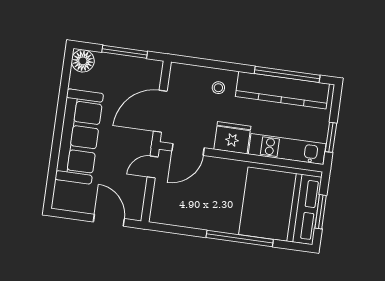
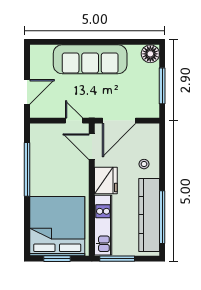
door: (160, 111) -> (119, 121), swing flipped
window: (331, 137) -> (117, 259), width x1.44
window: (240, 238) -> (27, 169), moved

